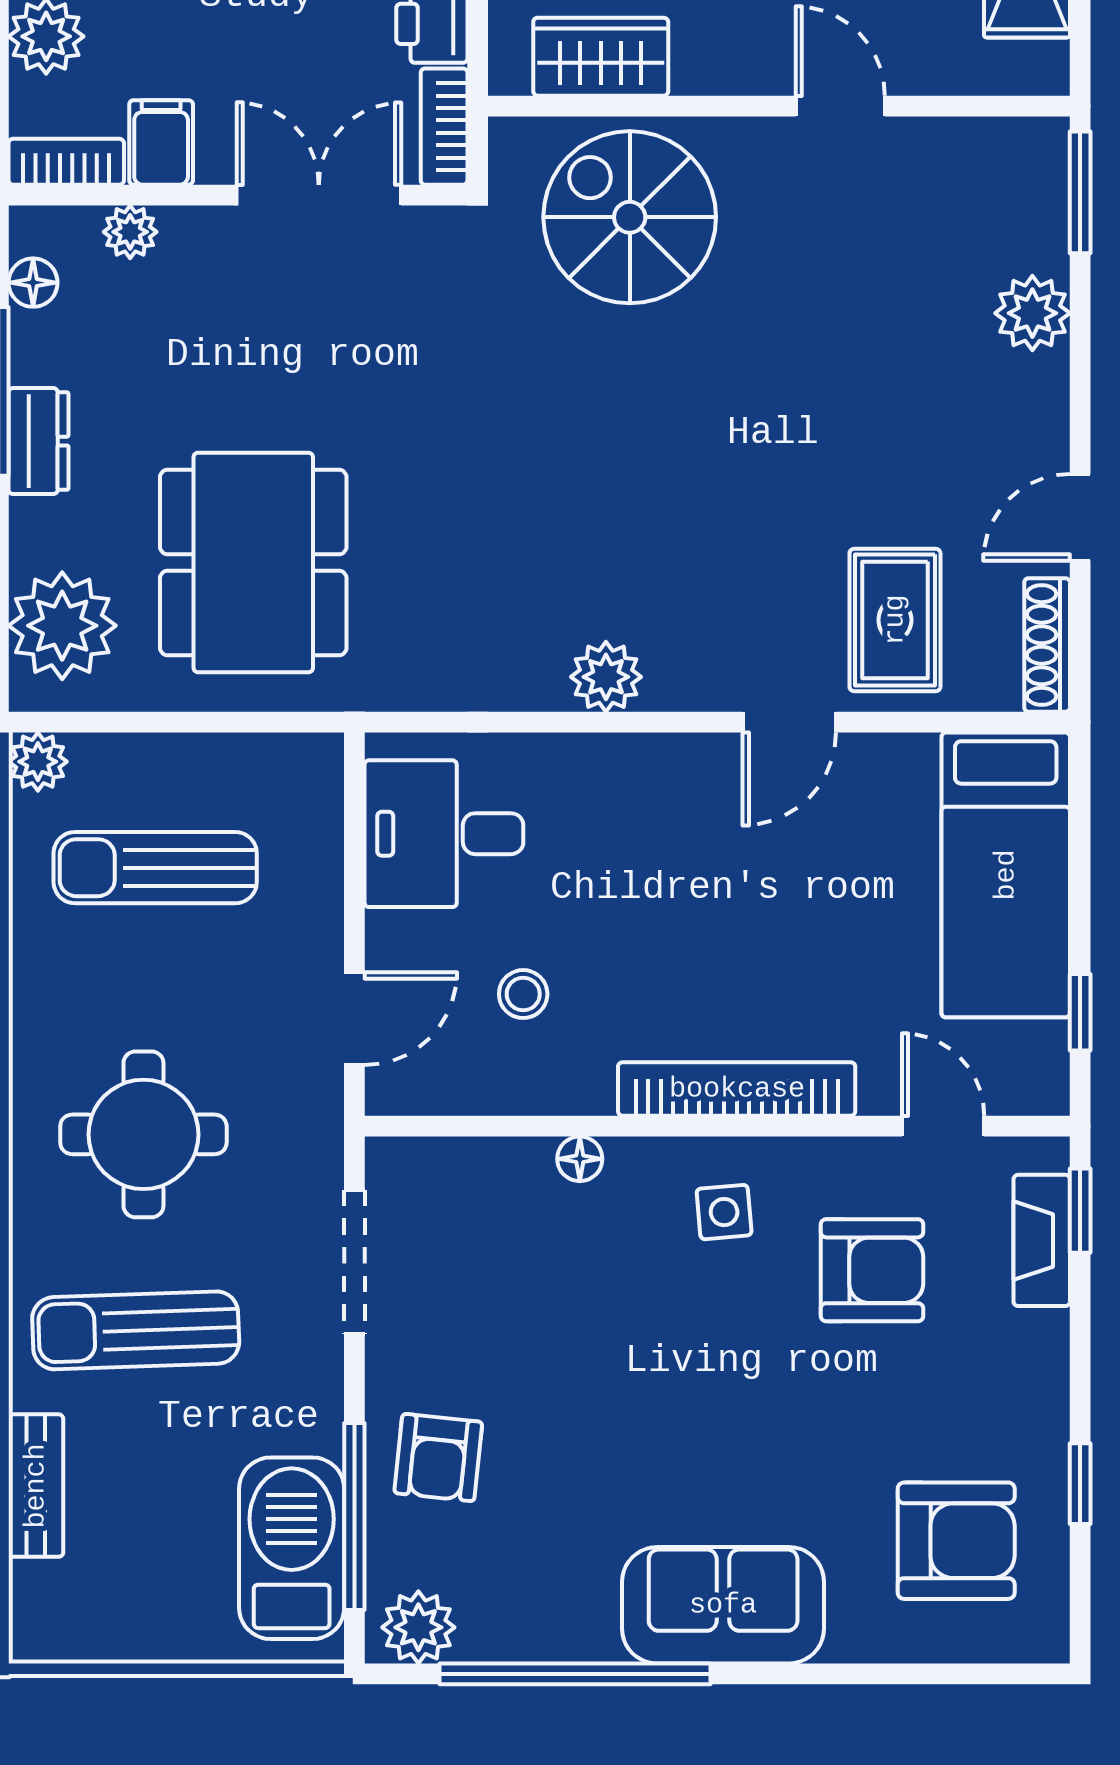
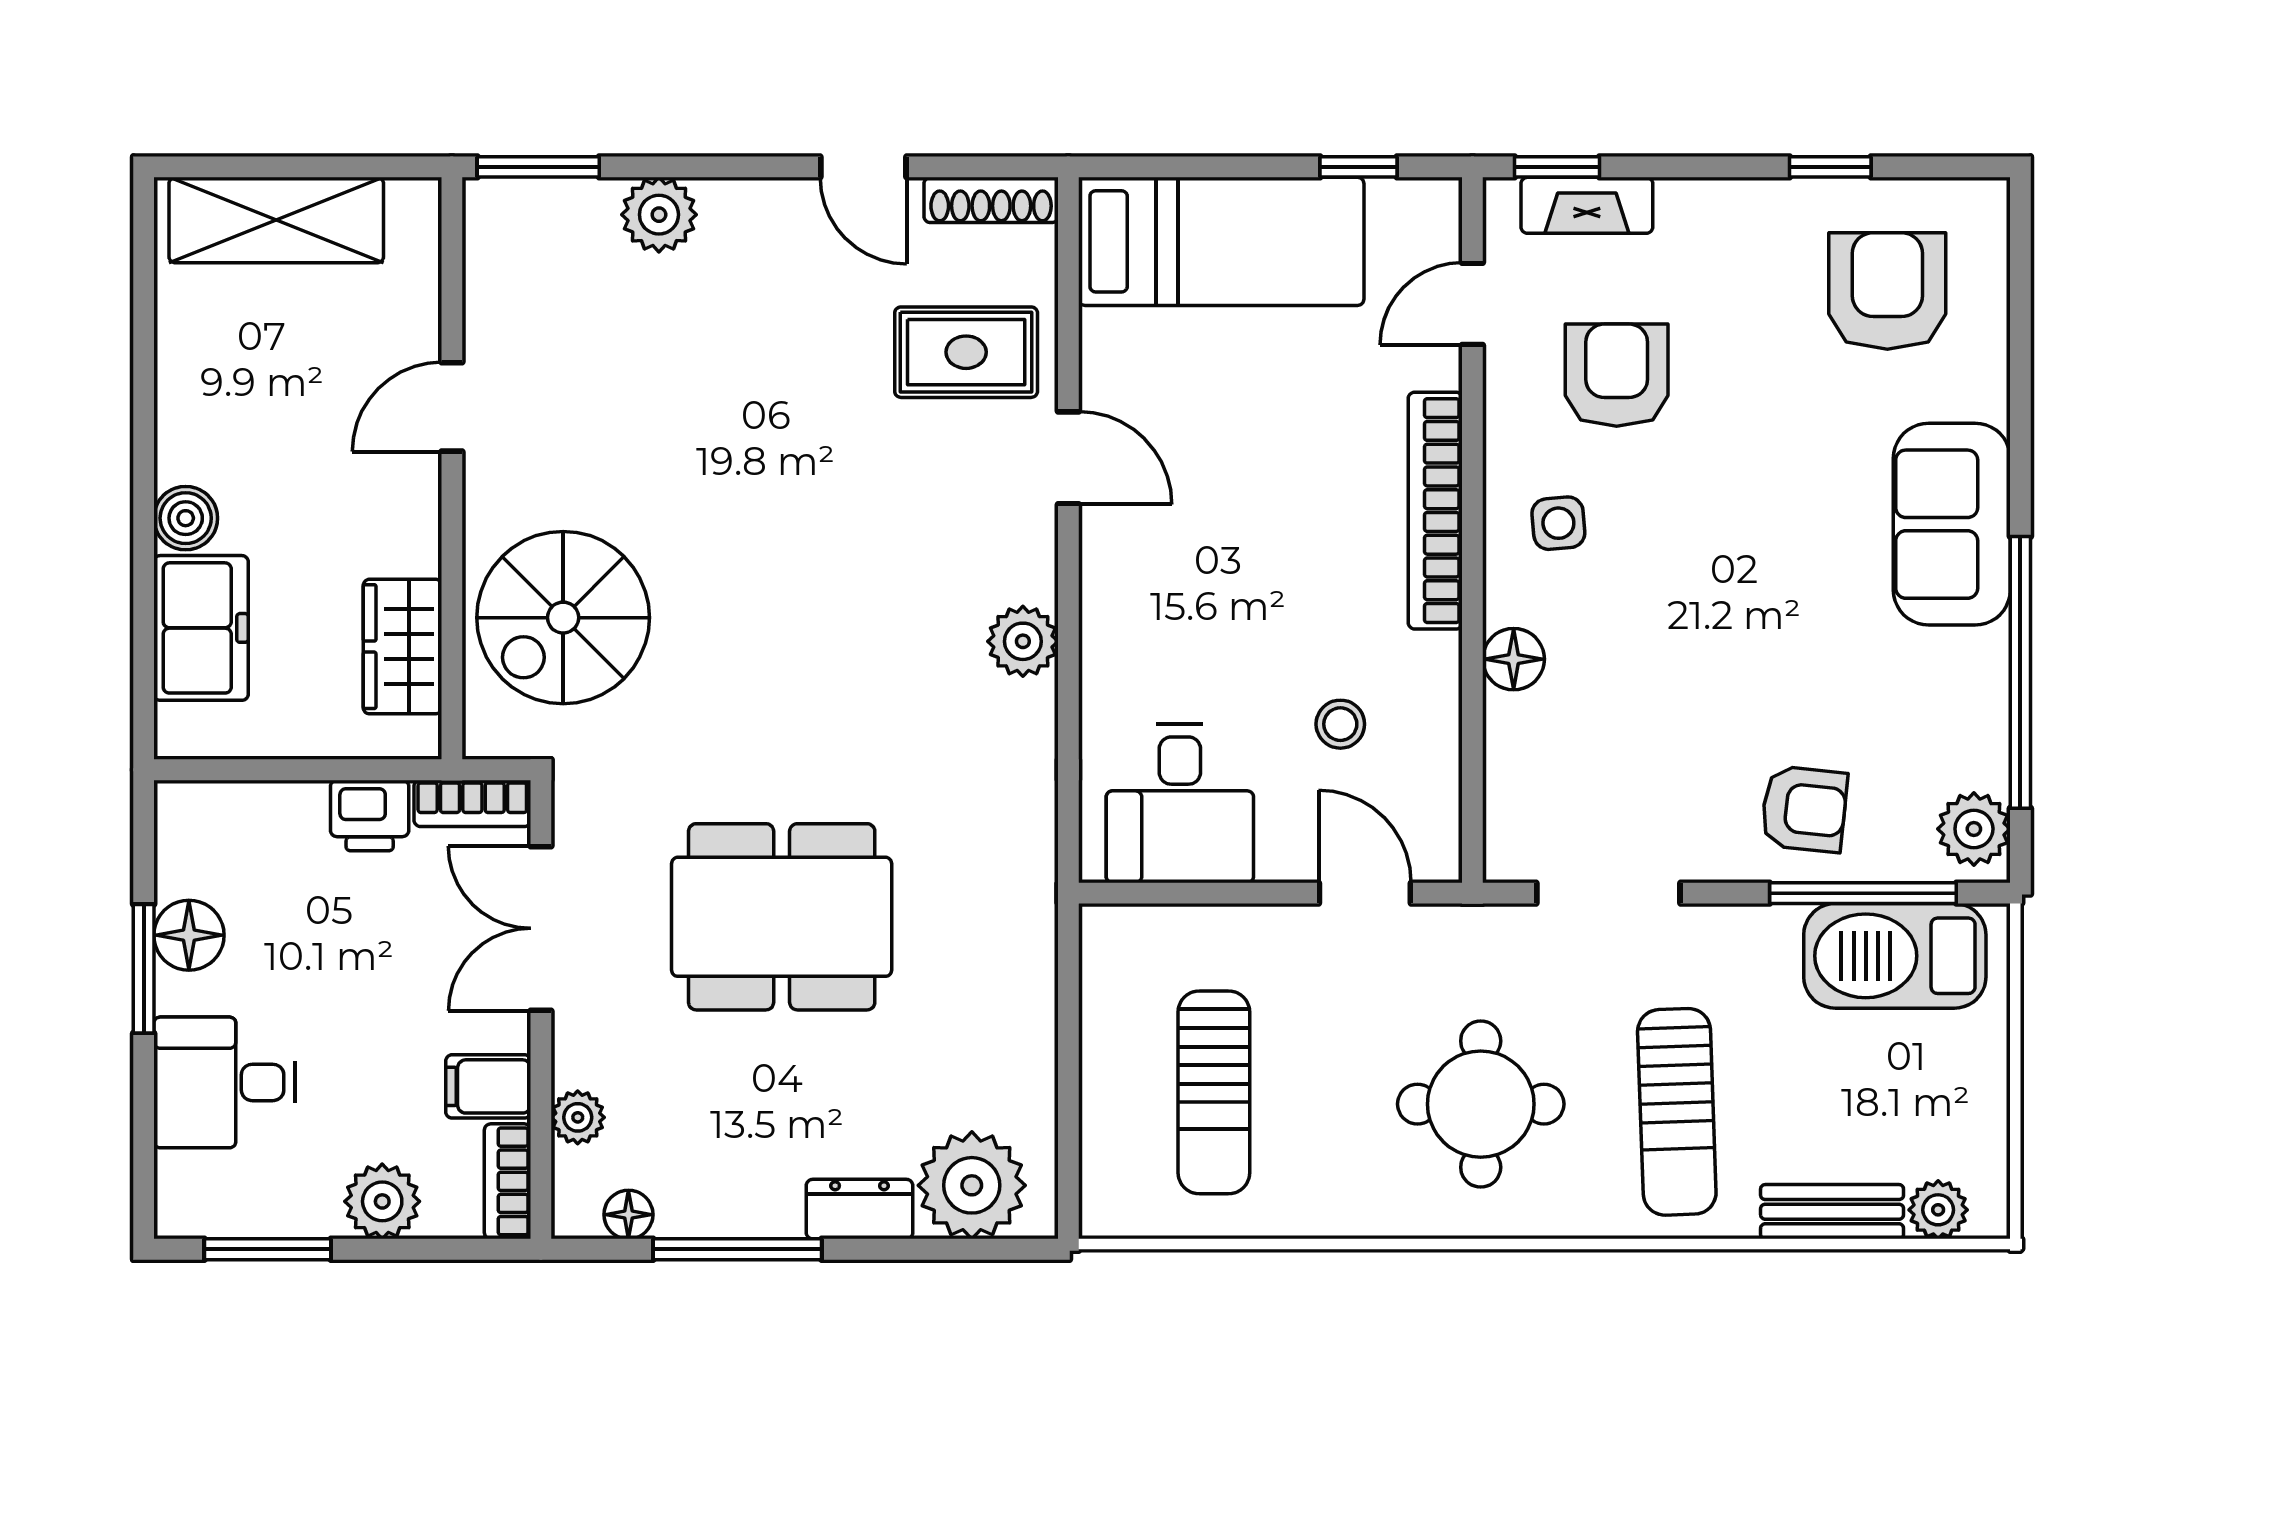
dresser: (38, 441) -> (860, 1209), moved
dining table: (253, 563) -> (782, 917), moved
plant: (38, 762) -> (1938, 1210), moved
floor lamp: (580, 1159) -> (1514, 659), width x1.37, depth x1.37

